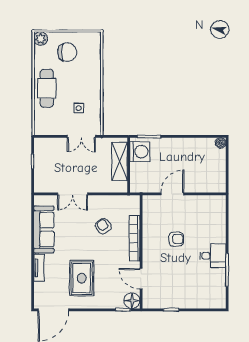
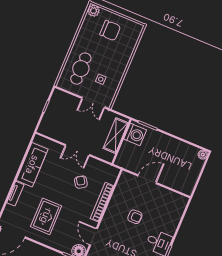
cafe table: (47, 88) -> (81, 69), moved
double door: (73, 194) -> (77, 150), moved

